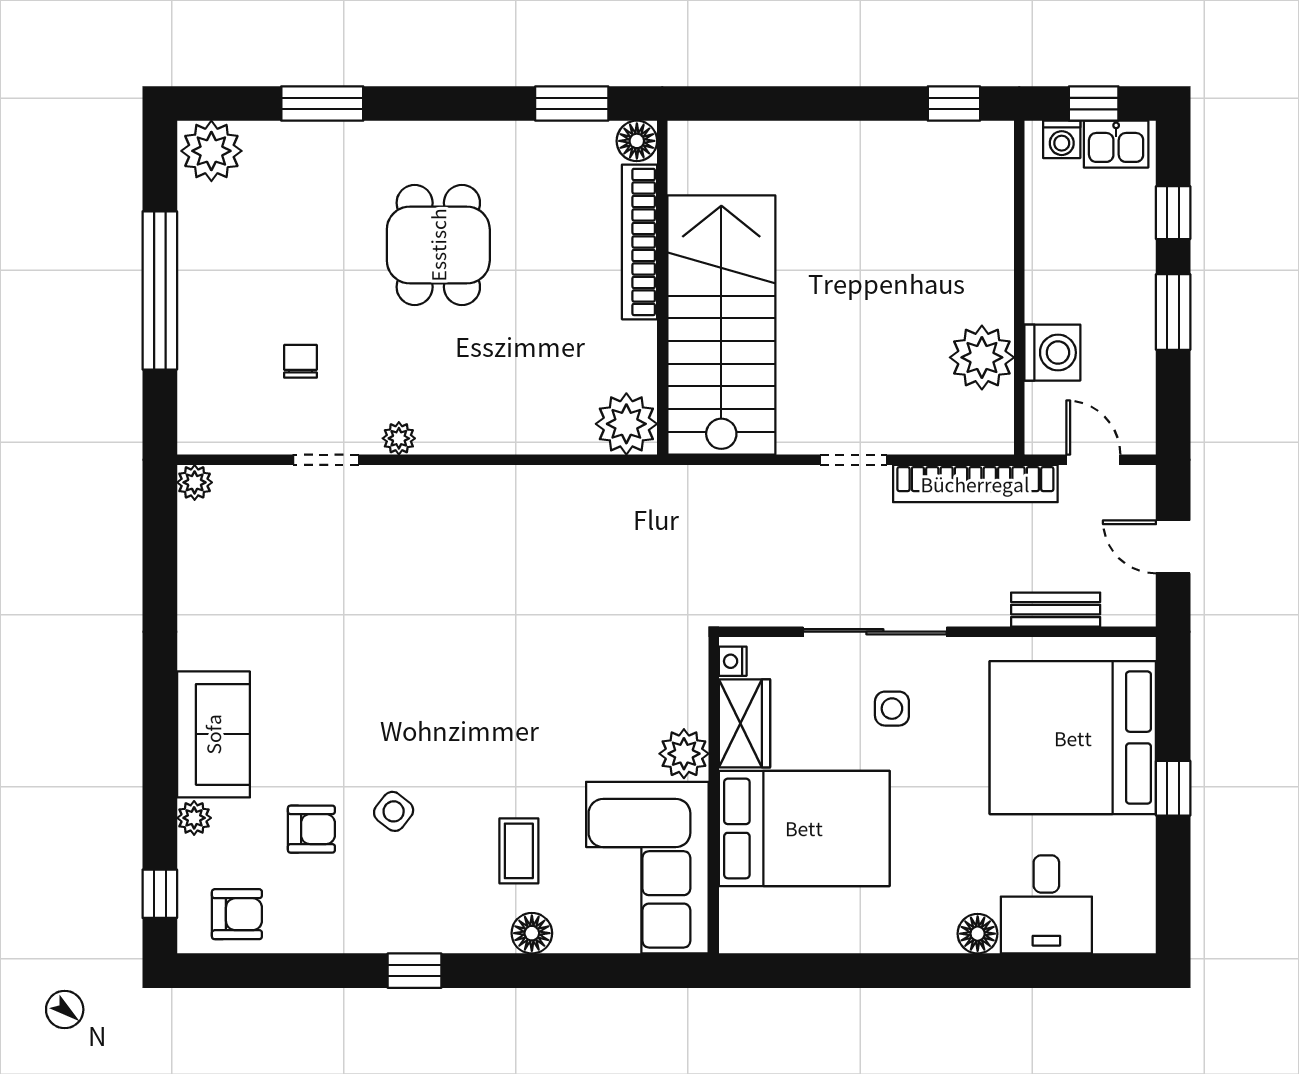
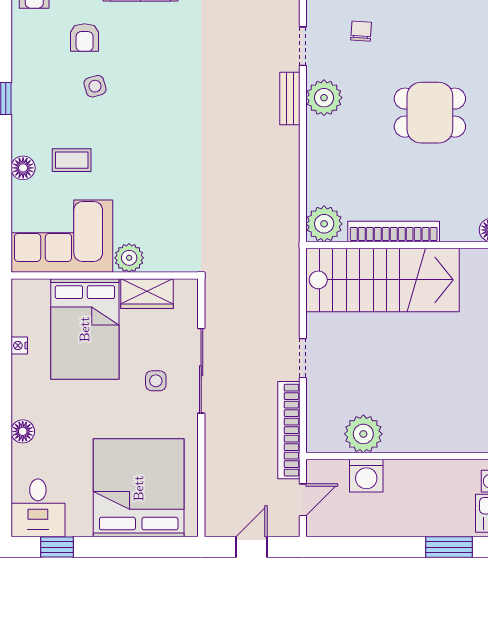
window: (1173, 213) -> (449, 547), width x1.50
bookcase: (639, 242) -> (394, 232), moved
window: (1173, 312) -> (390, 547), removed
chair: (300, 361) -> (361, 31), turned -86
plant: (399, 438) -> (324, 98), width x1.87, depth x1.87
bench: (1056, 610) -> (290, 99), moved
nightstand: (733, 661) -> (19, 346), moved, turned -90
window: (1173, 788) -> (57, 547), moved
side table: (394, 811) -> (95, 86), turned 36
desk: (1046, 904) -> (38, 508), moved, turned -90

